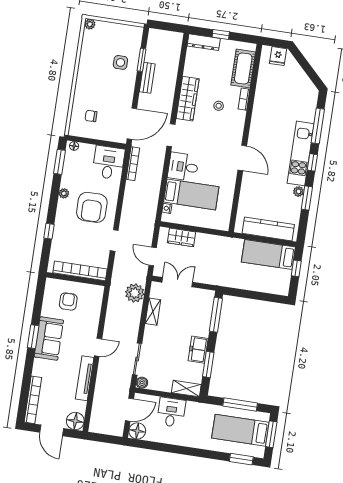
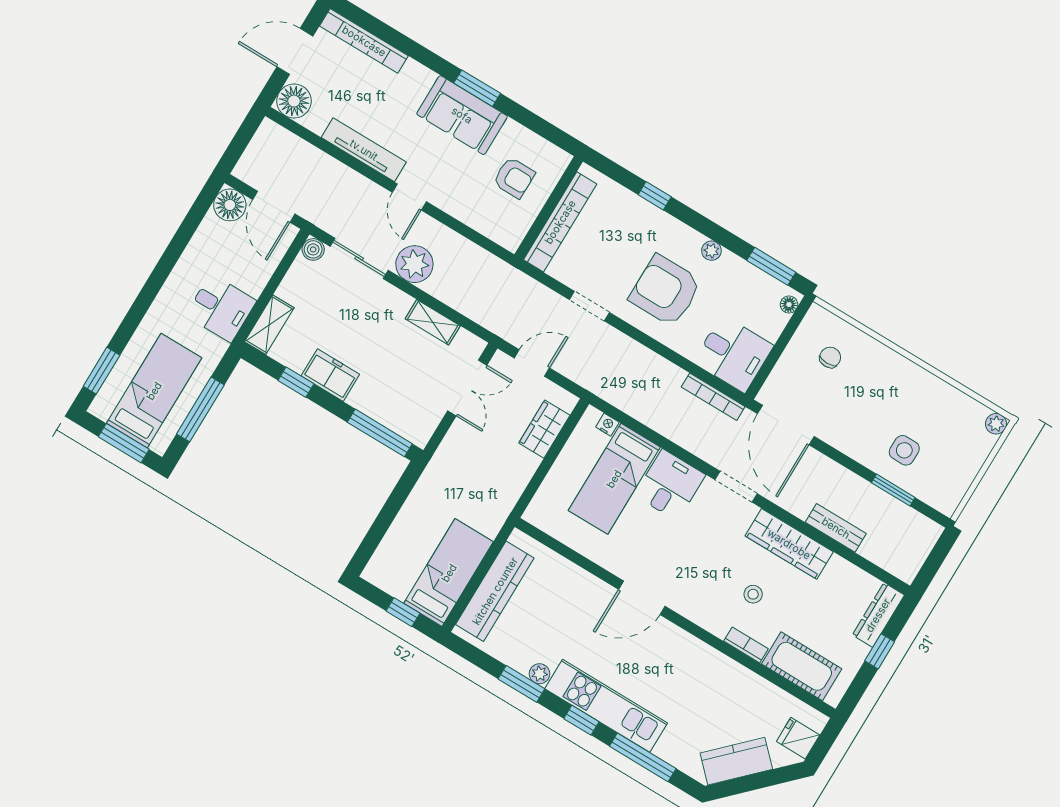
bench: (147, 78) -> (836, 528), moved
kitchen counter: (301, 81) -> (736, 761), added
plant: (135, 293) -> (414, 264), moved
window: (208, 365) -> (296, 382), width x0.67
desk: (171, 412) -> (221, 308), moved

